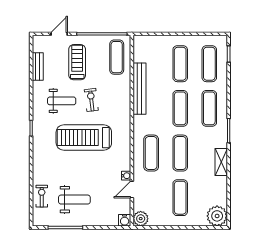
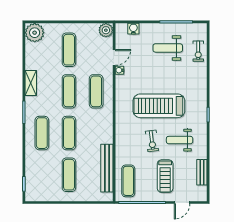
exercise mat: (209, 64) -> (42, 175), removed
bench: (140, 89) -> (107, 168), moved
treadmill: (84, 138) -> (159, 106), turned 180
water cooler: (125, 220) -> (133, 29), moved

